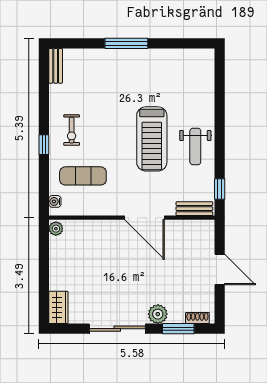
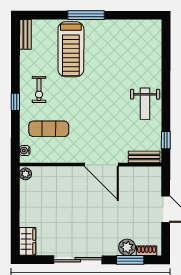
treadmill: (152, 139) -> (71, 49), moved
plant: (158, 314) -> (127, 247), moved

